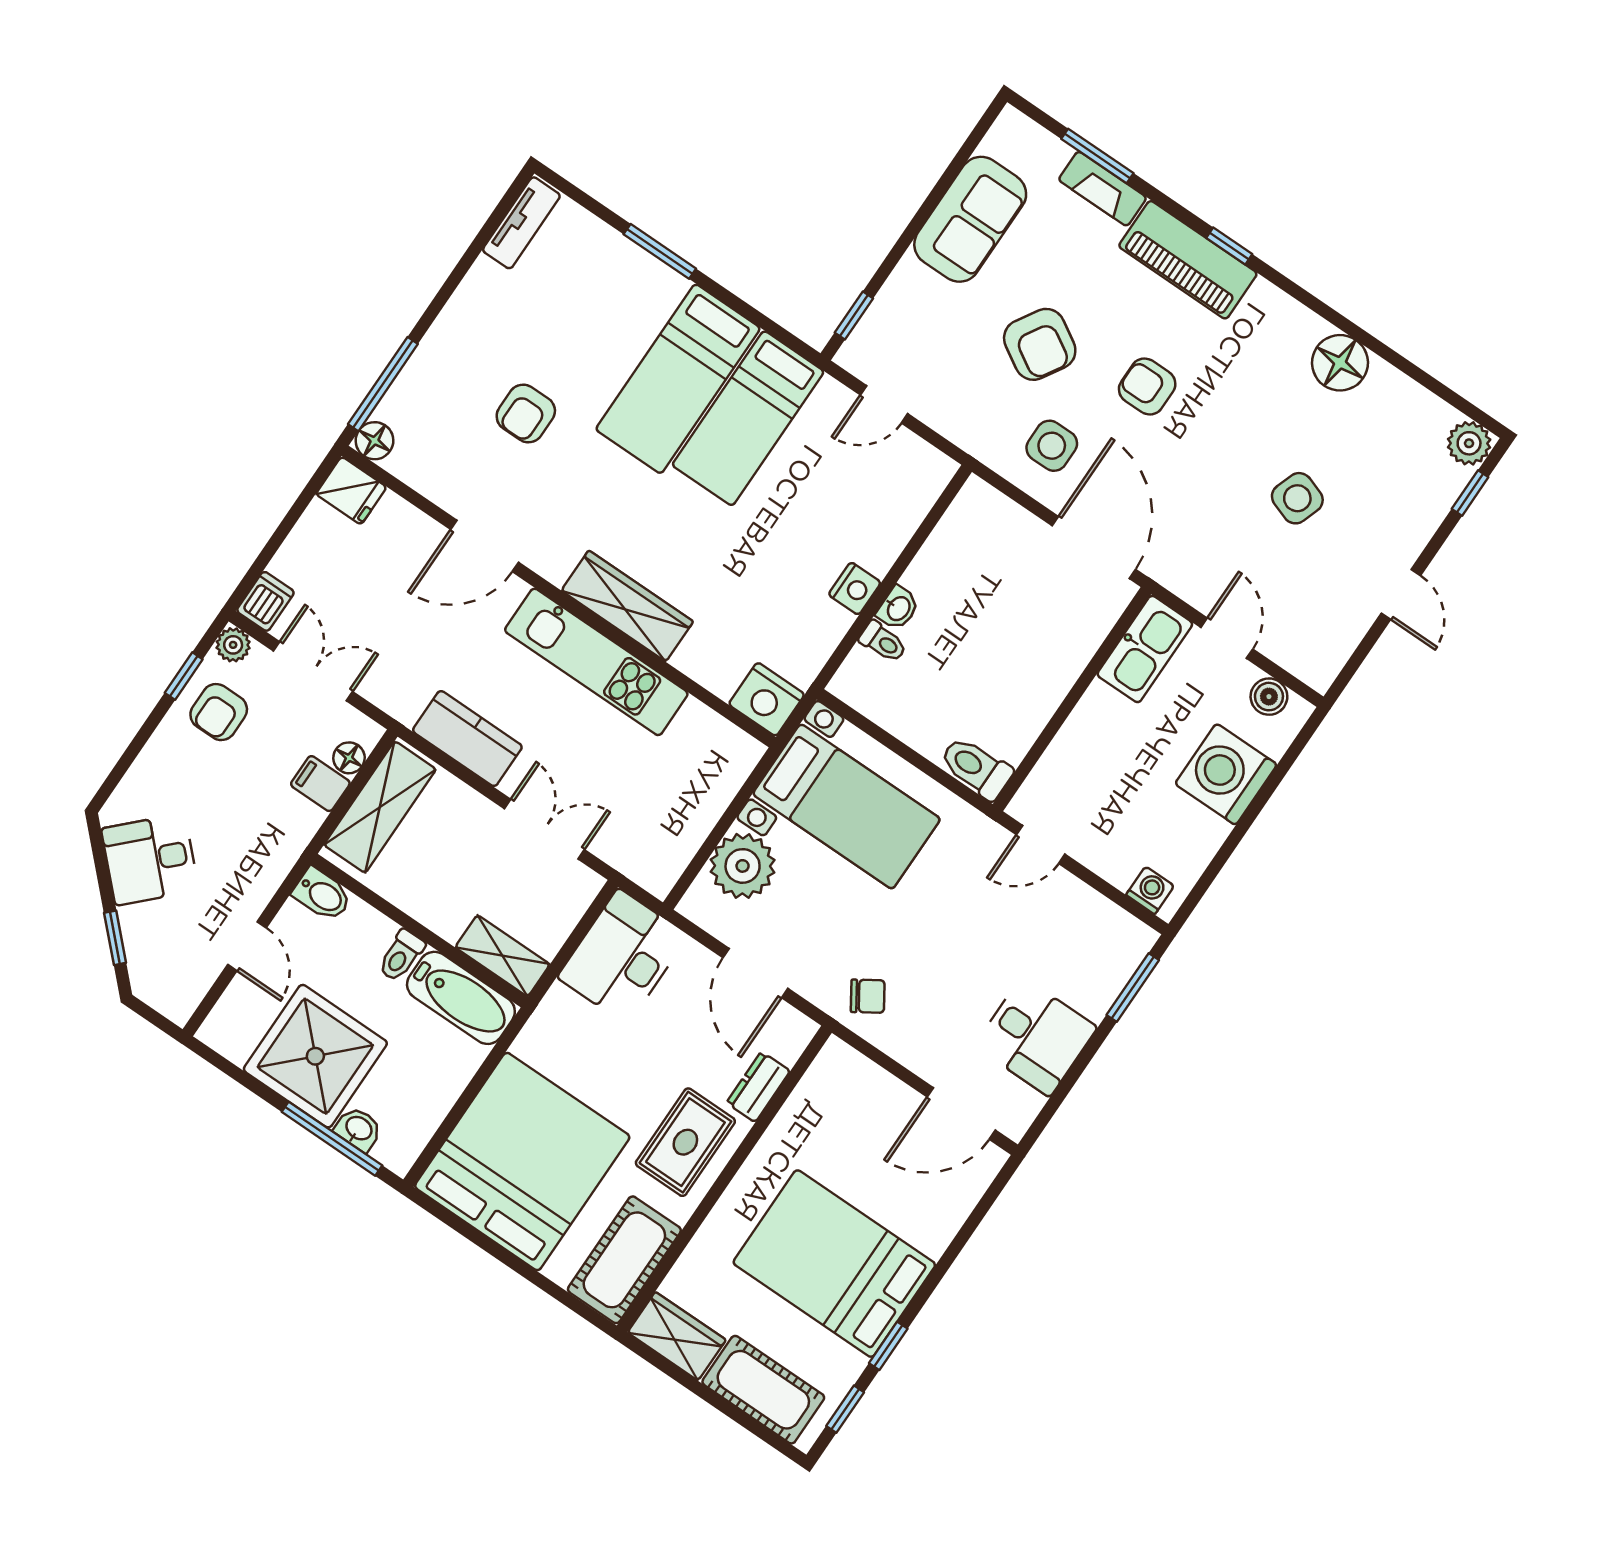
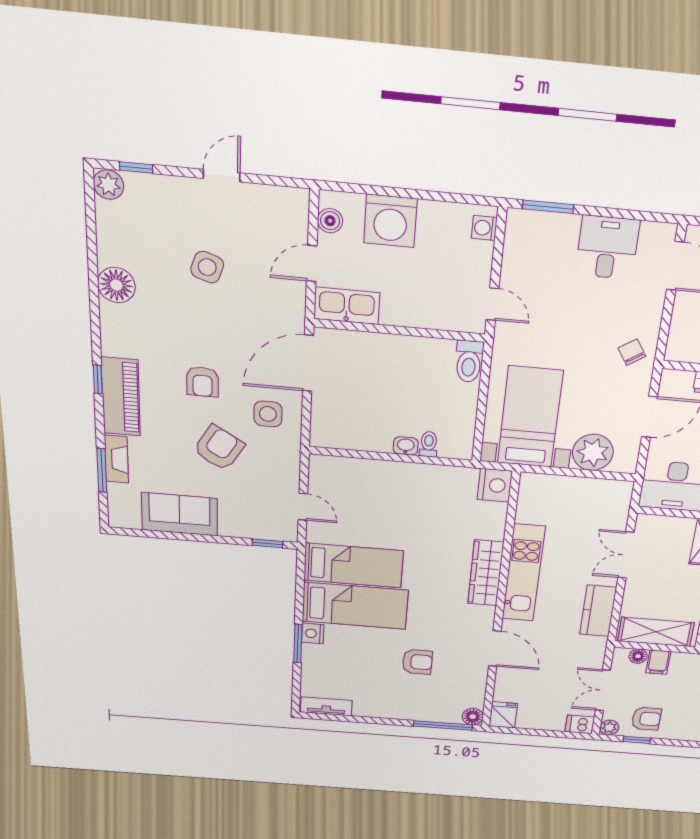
nightstand: (855, 588) -> (313, 633), moved, turned -90

